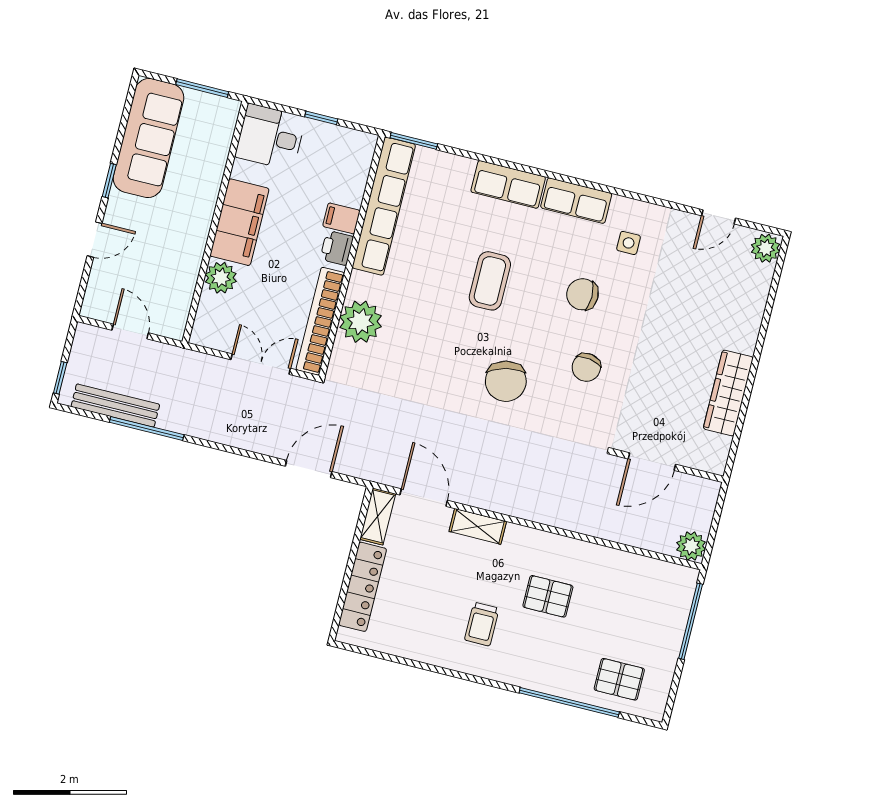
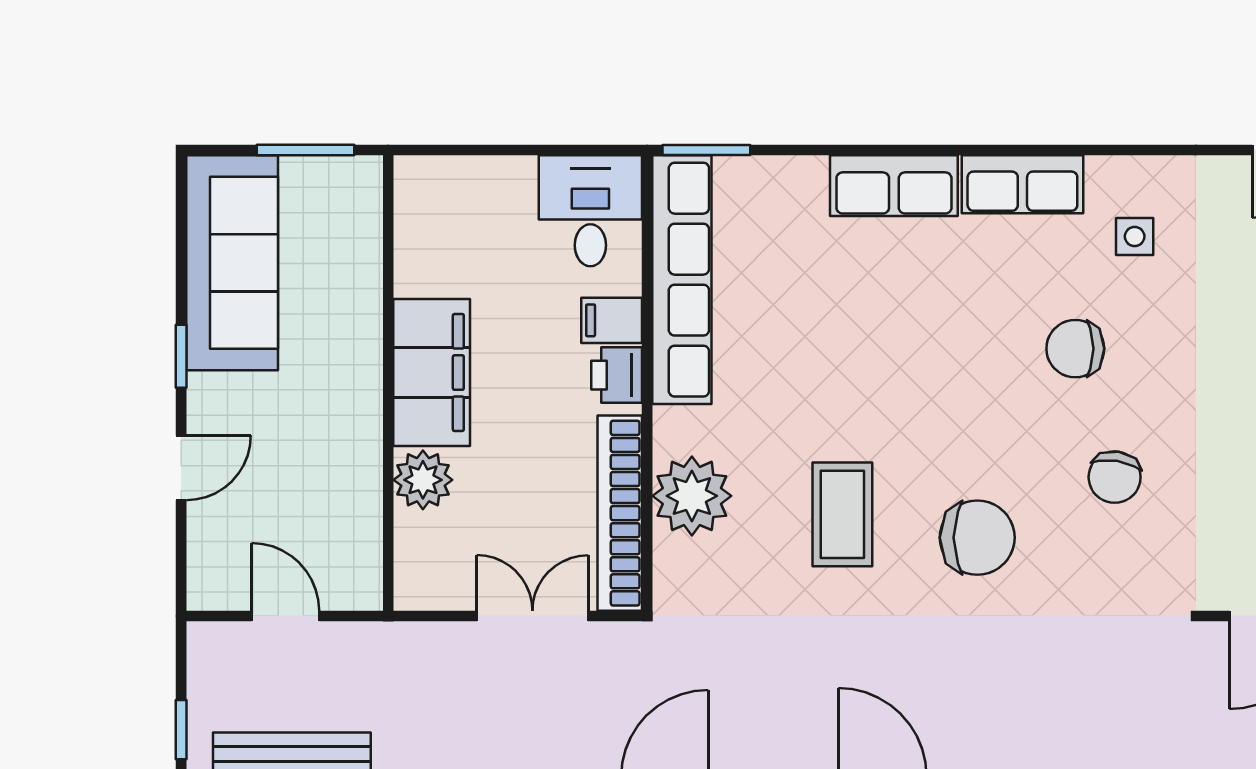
window: (321, 118) -> (531, 150), removed
desk: (270, 137) -> (590, 211), moved, turned 90
coffee table: (490, 281) -> (842, 514), moved
chair: (506, 381) -> (977, 538), turned -77

